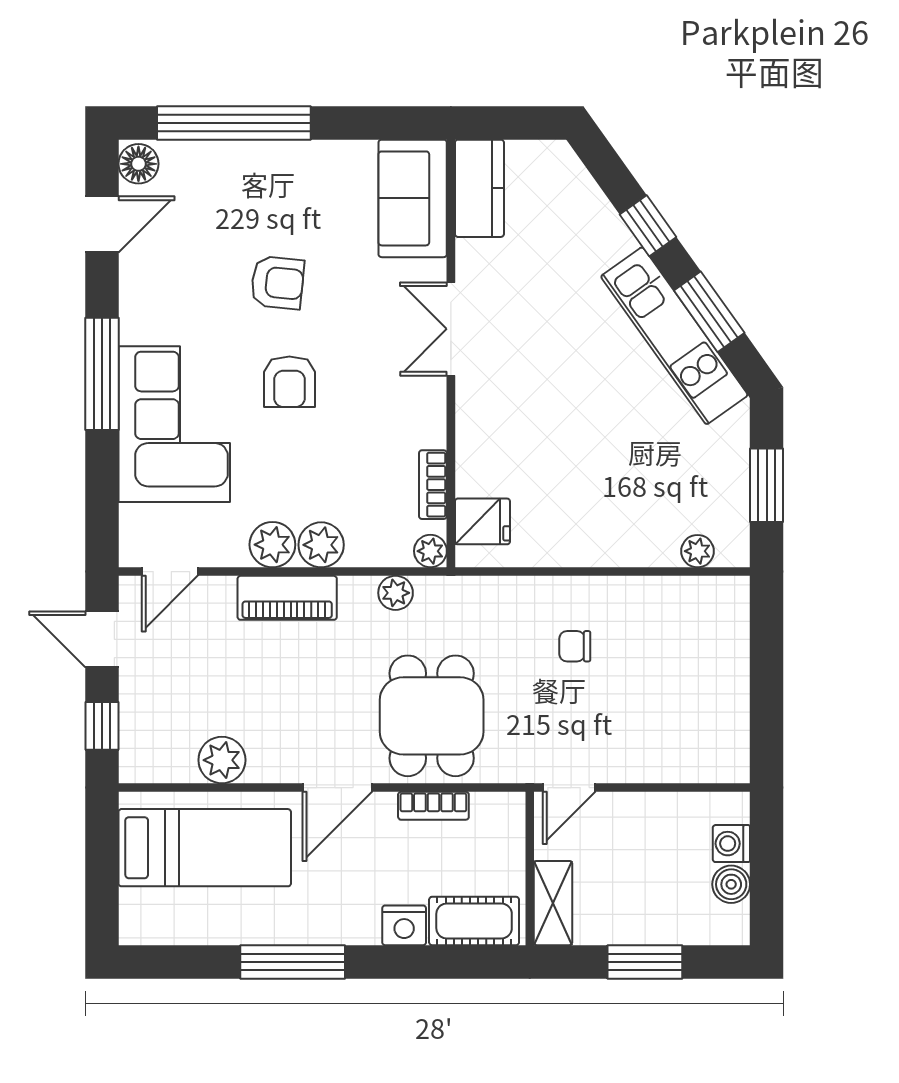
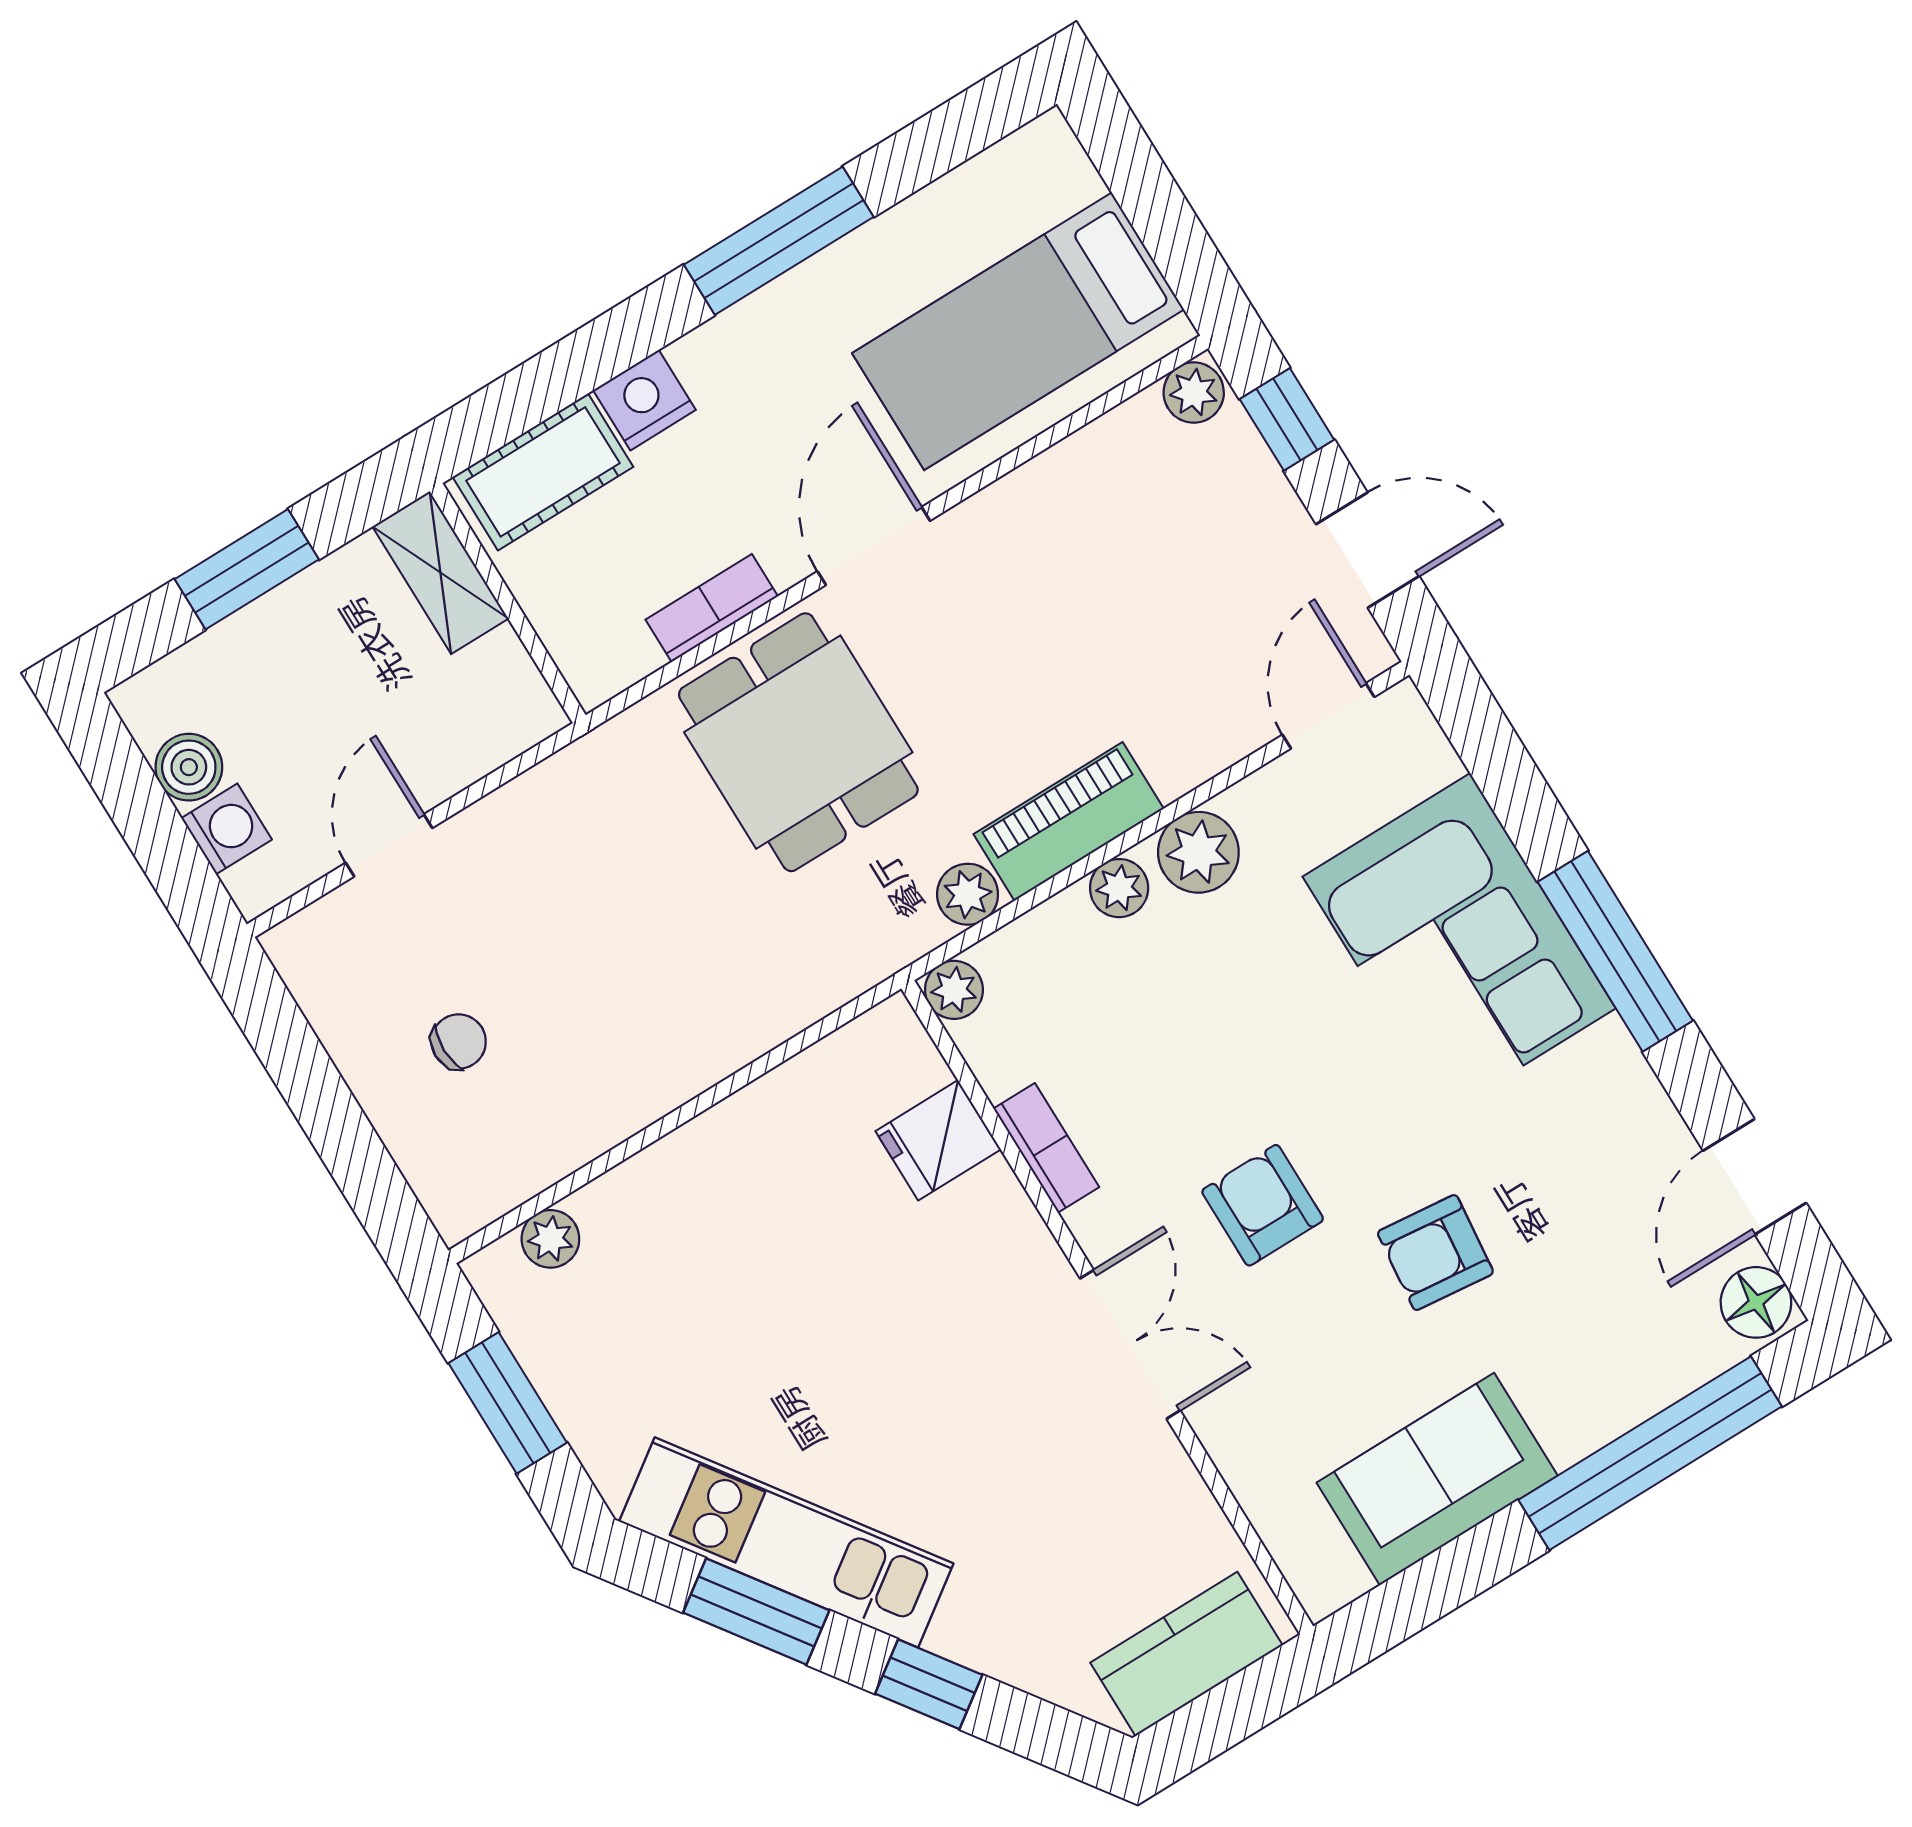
kitchen counter: (479, 188) -> (1186, 1654), moved, turned 90
sofa: (413, 198) -> (1437, 1479), moved, turned -90
armchair: (289, 382) -> (1263, 1205), moved
bookcase: (433, 485) -> (1046, 1148), moved
fridge: (482, 521) -> (938, 1140), moved
plant: (321, 545) -> (1119, 888), width x0.73, depth x0.73
piano: (287, 598) -> (1069, 821), moved
chair: (575, 646) -> (459, 1042), moved
plant: (222, 760) -> (1194, 393), moved, width x0.73, depth x0.73
door: (569, 788) -> (389, 845), moved

